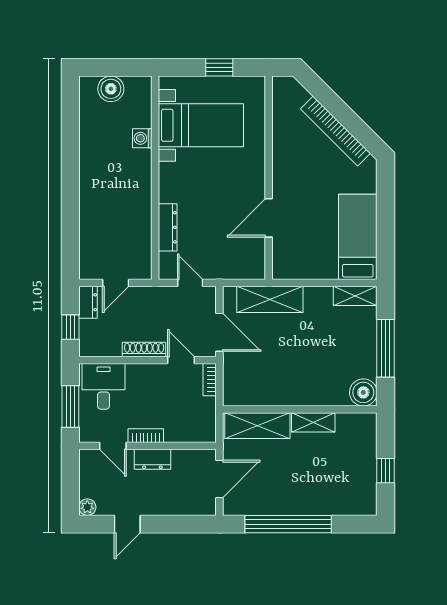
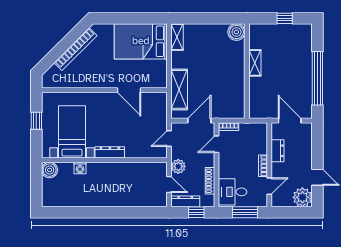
boiler: (111, 89) -> (50, 170), moved
dresser: (168, 227) -> (110, 152), moved
bed: (358, 237) -> (141, 41), width x1.50
plant: (145, 298) -> (178, 166), added
dresser: (88, 302) -> (185, 201), width x1.44
window: (386, 348) -> (209, 18), removed
shoe rack: (144, 349) -> (210, 181), moved
shelving: (257, 426) -> (257, 97), removed
dresser: (152, 459) -> (278, 151), moved
plant: (87, 507) -> (302, 197), width x1.88, depth x1.88

